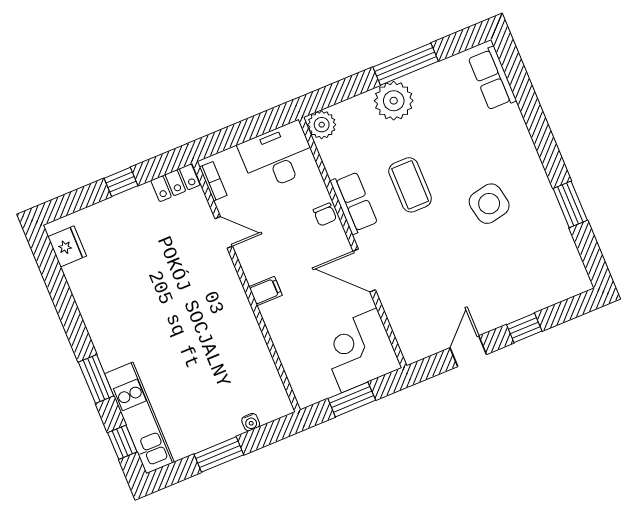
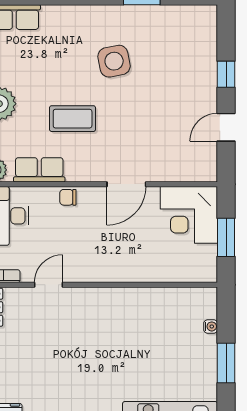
row of seats: (354, 203) -> (39, 170), moved
chair: (325, 215) -> (68, 197), turned 180
filing cabinet: (266, 291) -> (110, 271), removed
door: (468, 351) -> (226, 127), hinge flipped

